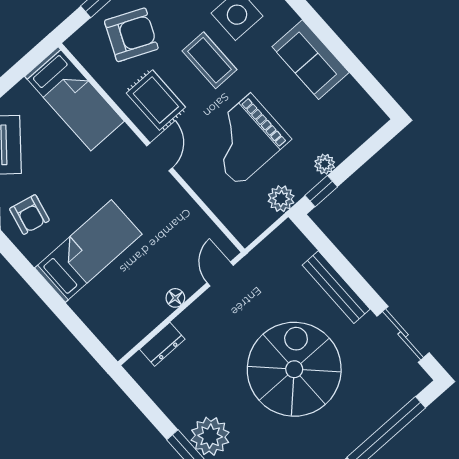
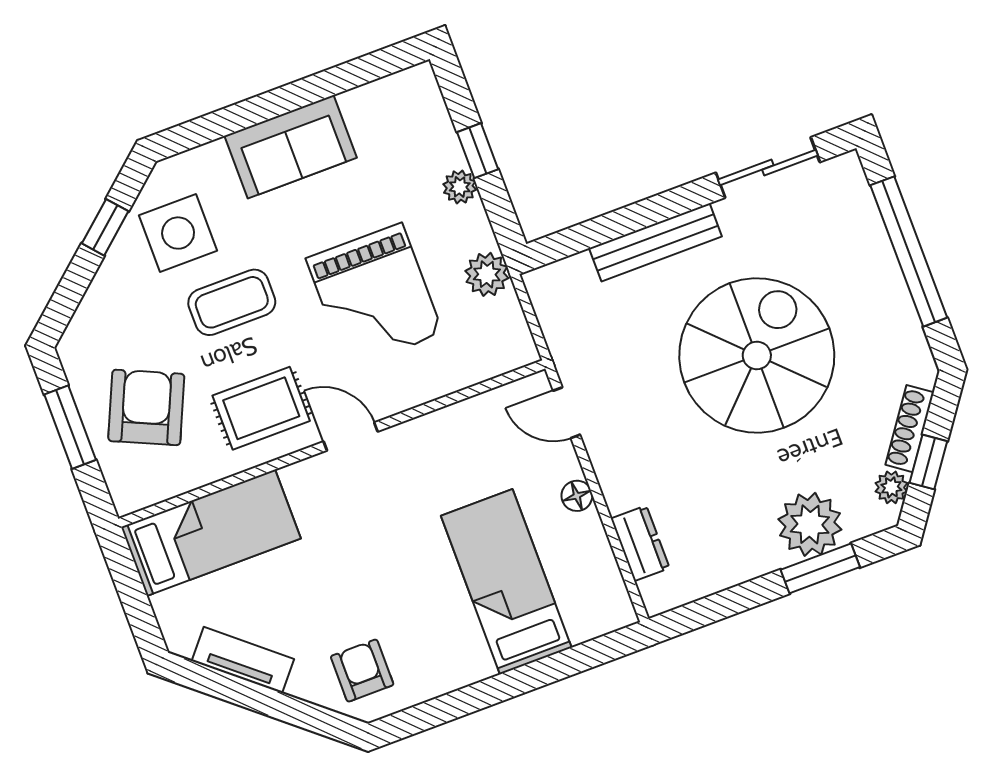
window: (321, 191) -> (478, 151), moved
armchair: (29, 215) -> (362, 671), turned -103
bed: (88, 251) -> (506, 582), moved
spiral stairs: (294, 369) -> (757, 355), turned 90

